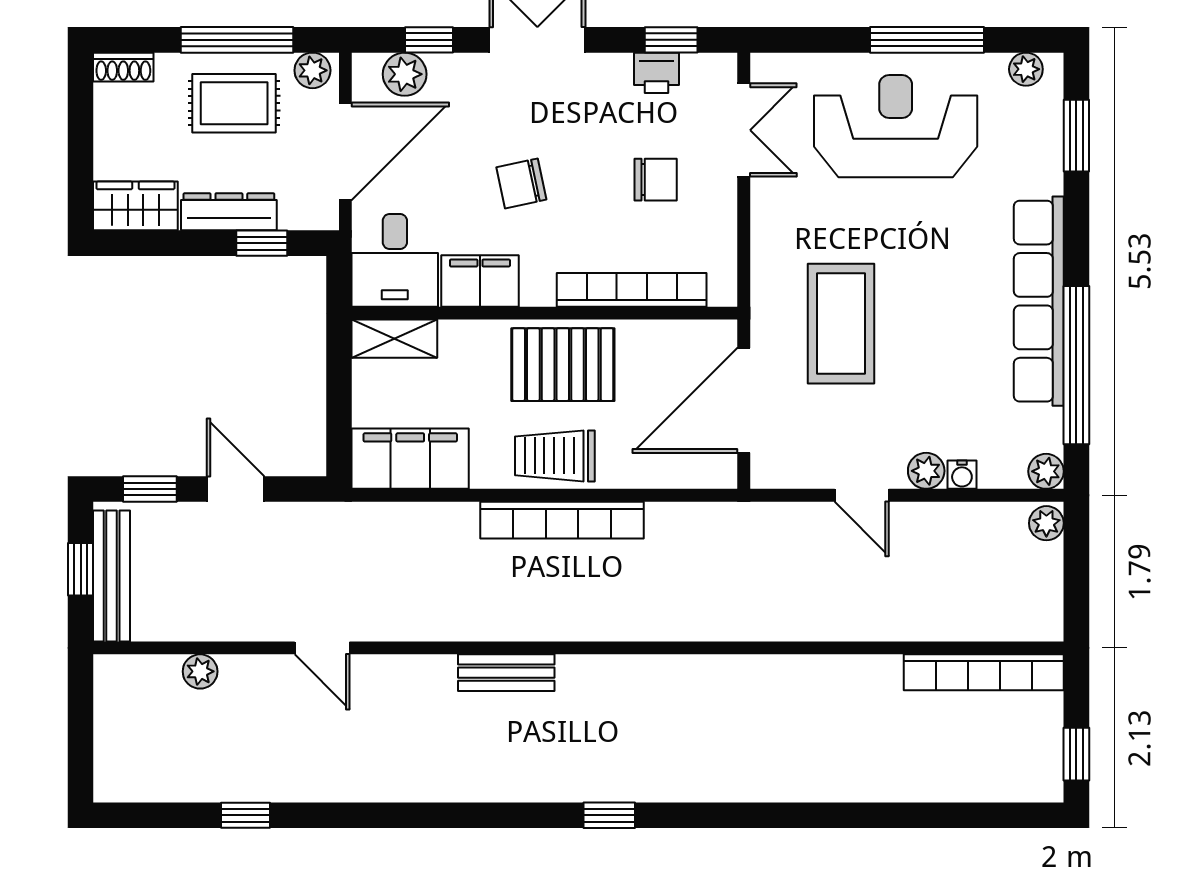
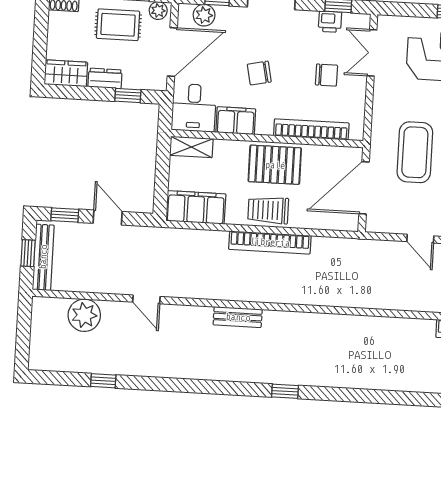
double door: (744, 130) -> (372, 53), swing flipped
dresser: (229, 212) -> (105, 78), width x0.70
plant: (200, 671) -> (84, 315), width x1.88, depth x1.88

